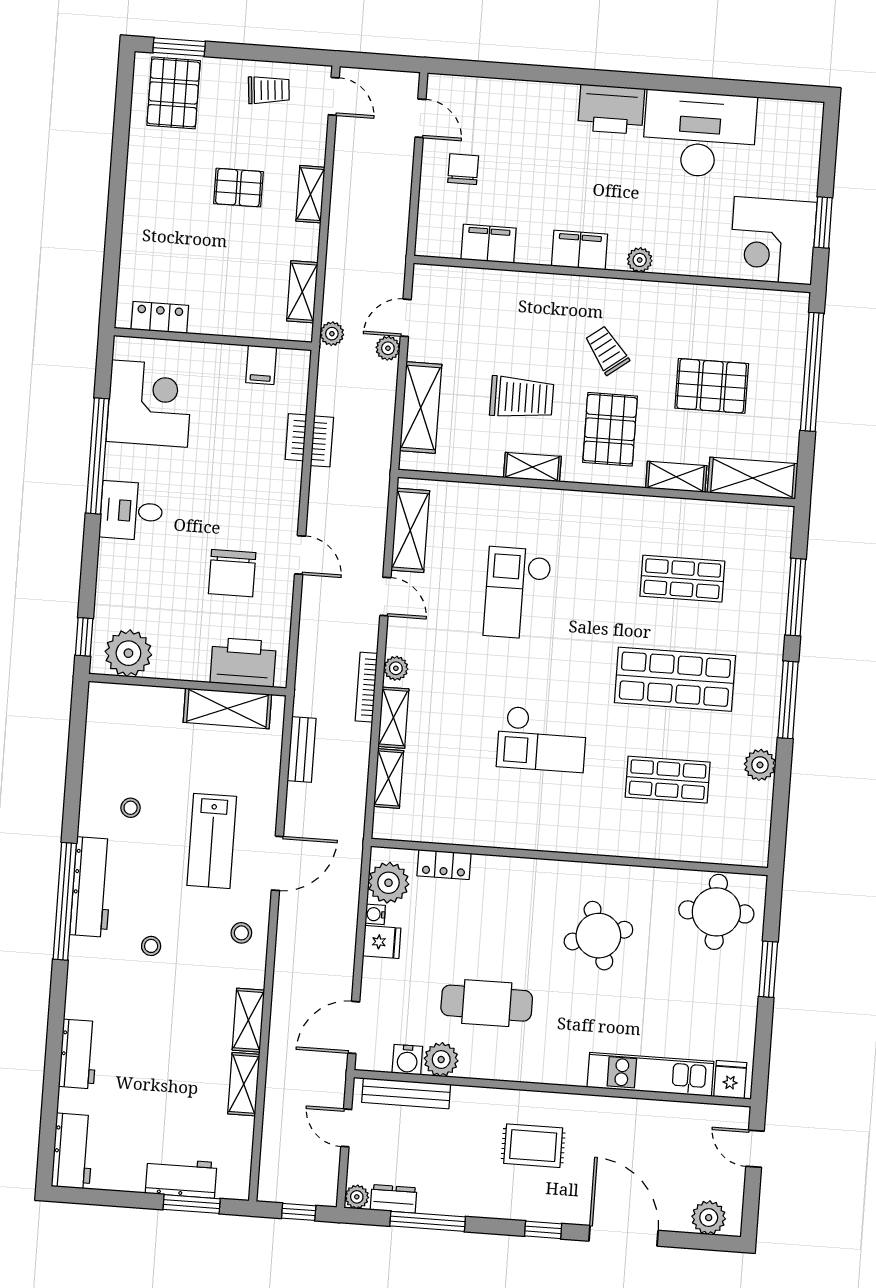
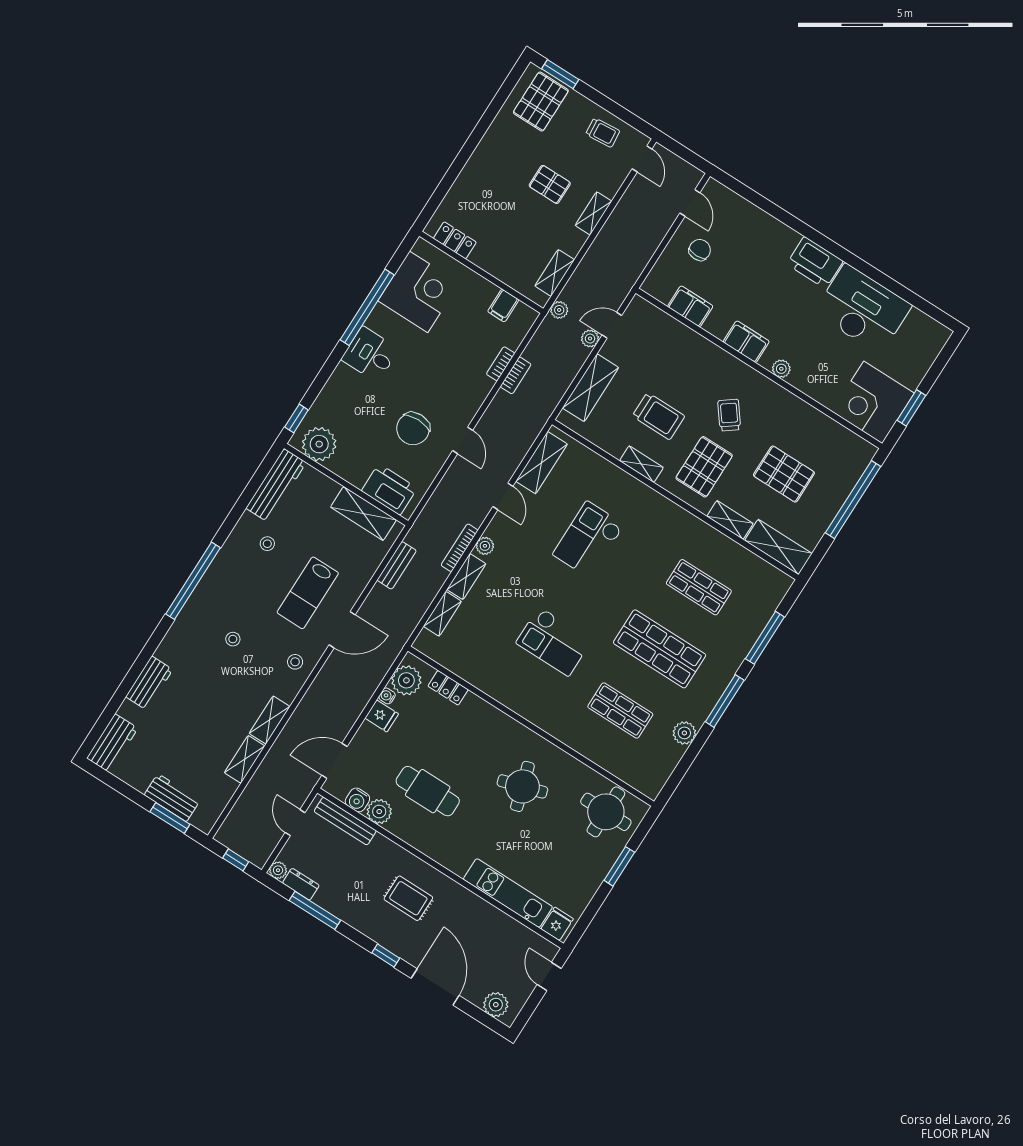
workbench: (92, 887) -> (276, 485), moved

